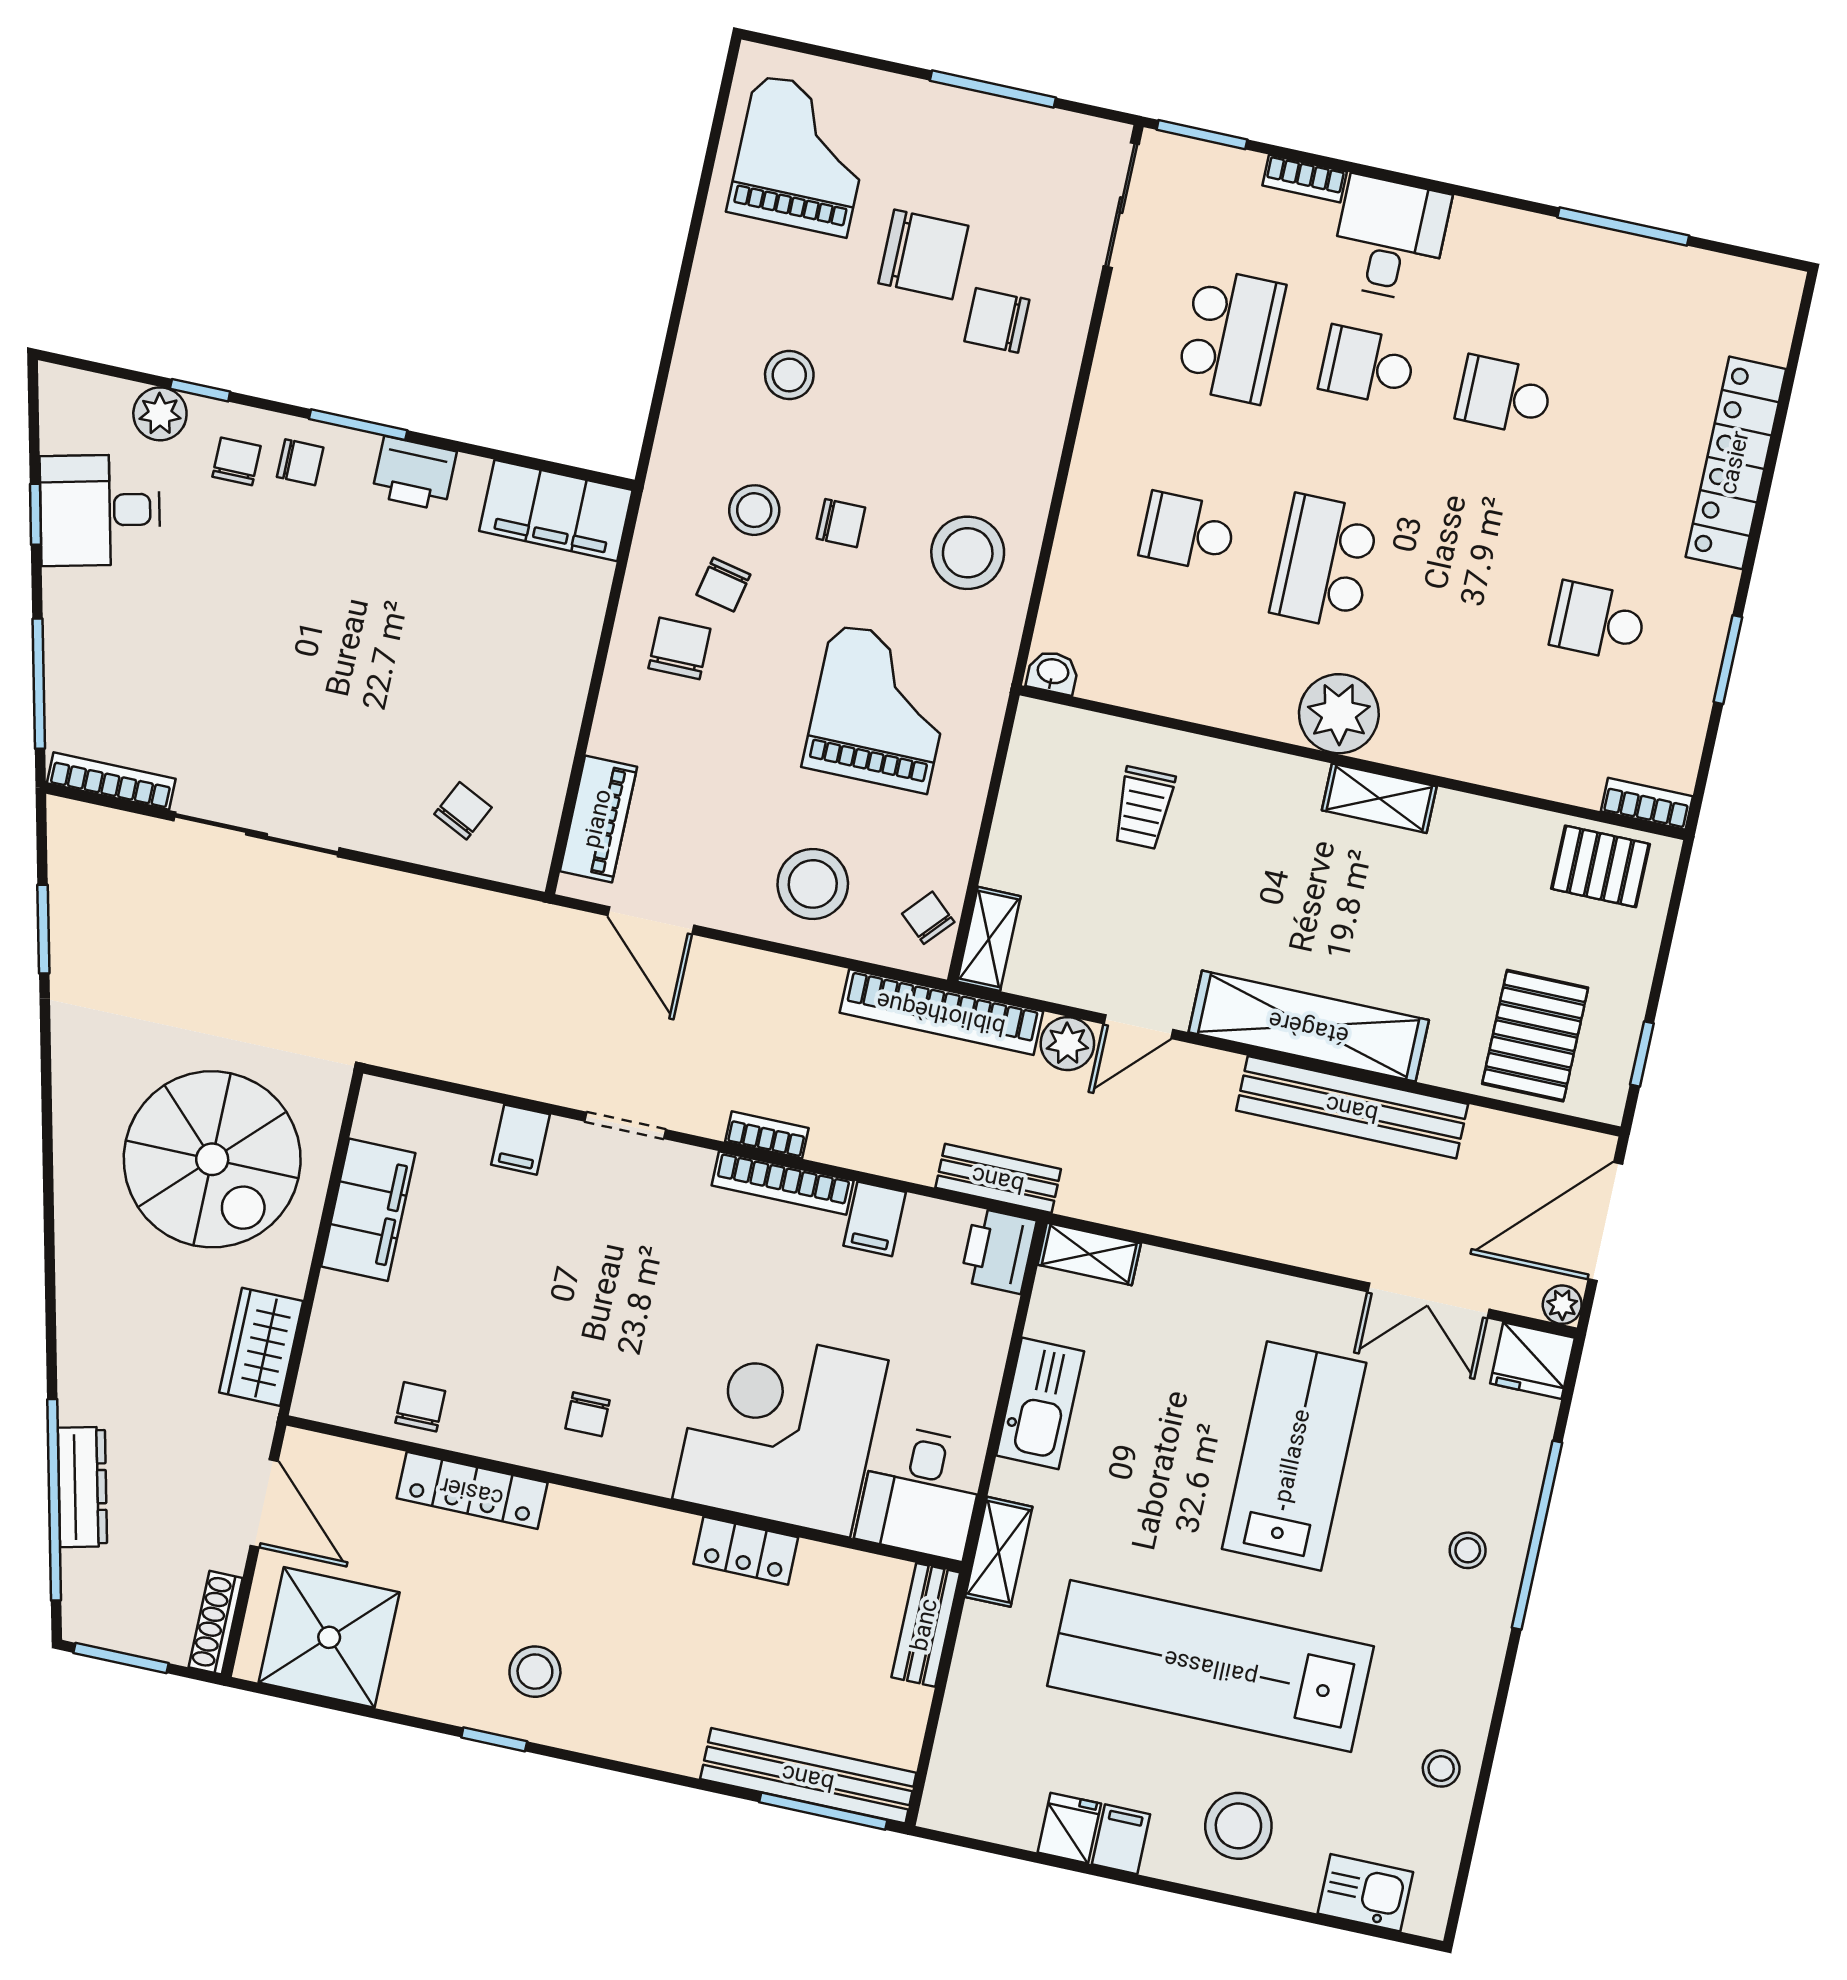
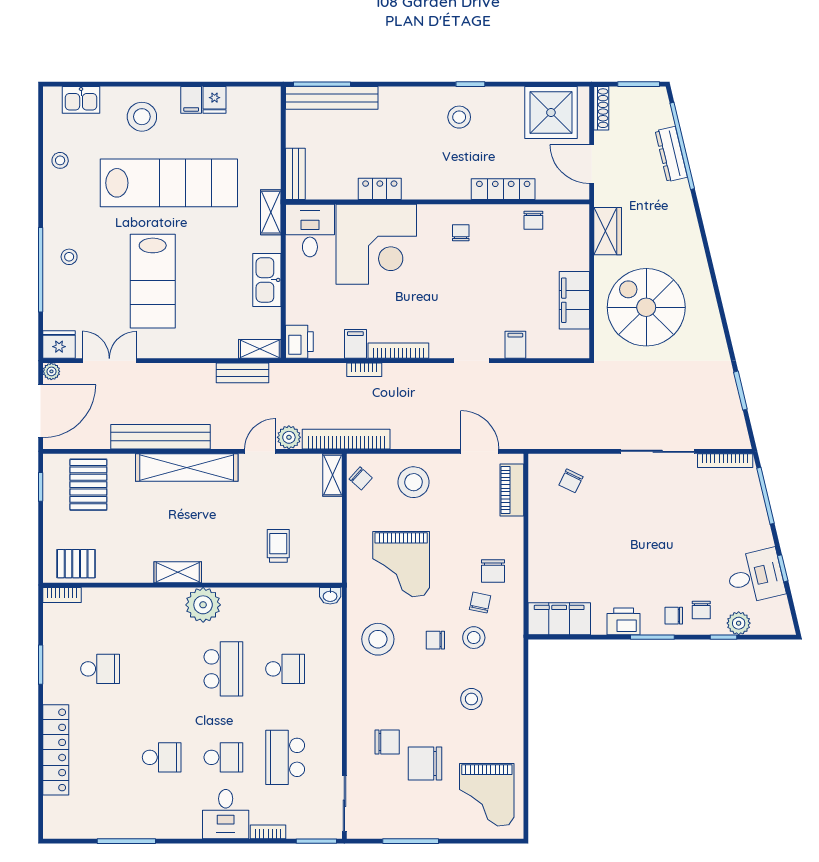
bookcase: (767, 1135) -> (364, 370), moved
bench: (998, 1178) -> (243, 373), moved

